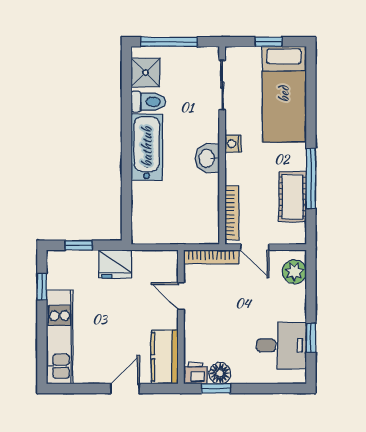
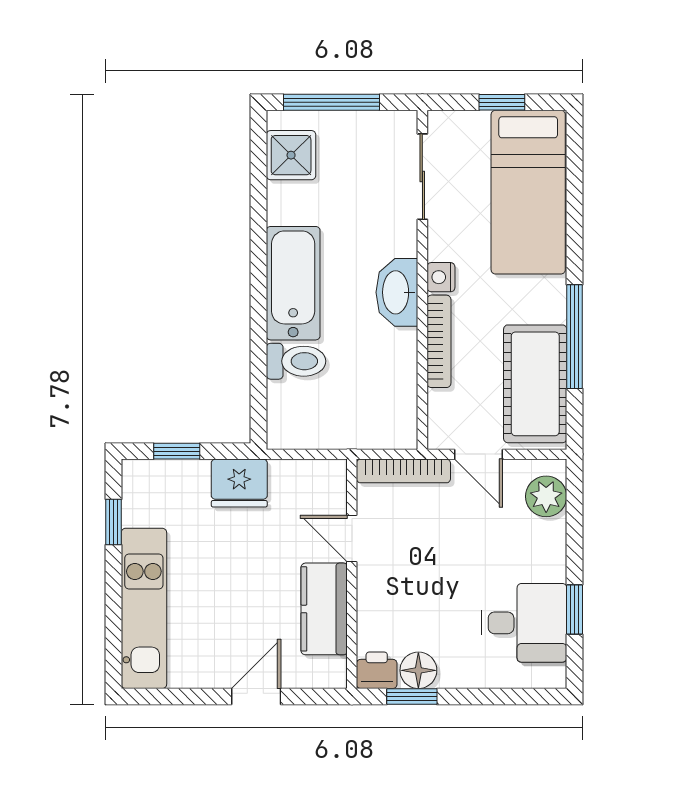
toilet: (148, 102) -> (296, 361), moved
washbasin: (207, 158) -> (397, 292), width x1.38
cot: (293, 197) -> (535, 384), width x1.37, depth x1.34
bookcase: (232, 213) -> (439, 341), moved
kitchen counter: (165, 357) -> (324, 609), moved

